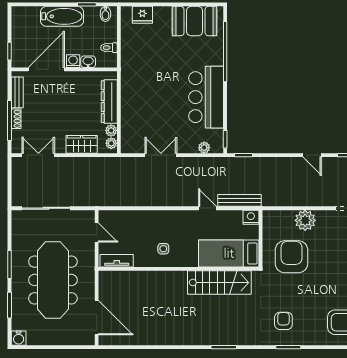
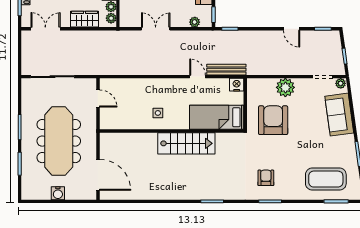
tv unit: (117, 261) -> (116, 124), removed
stairs: (219, 283) -> (186, 143), moved
water cooler: (19, 338) -> (58, 193), moved

